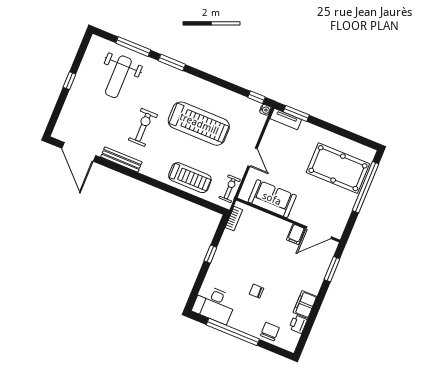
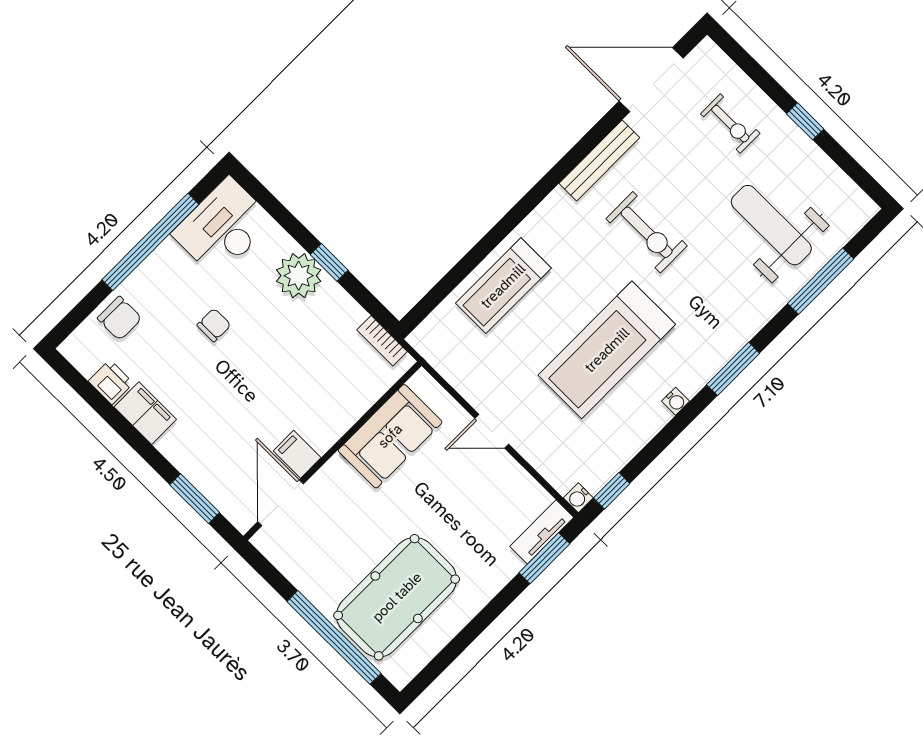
window: (172, 62) -> (733, 369), moved
water cooler: (208, 86) -> (676, 401), added
exercise bike: (230, 189) -> (730, 124), moved
plant: (221, 264) -> (299, 276), added

